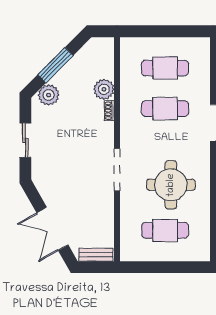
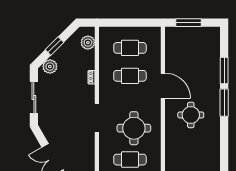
window: (55, 65) -> (54, 46), width x0.69
plant: (104, 89) -> (88, 43), moved
sliding door: (25, 140) -> (34, 98), width x1.37

